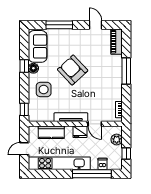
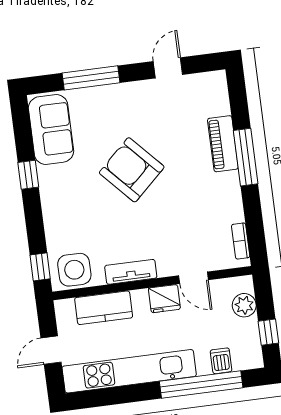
door: (95, 25) -> (168, 68), hinge flipped
piano: (116, 42) -> (223, 144), moved
floor lamp: (33, 68) -> (48, 177), removed
side table: (44, 89) -> (74, 270), moved
tv unit: (71, 117) -> (131, 272), width x0.71

